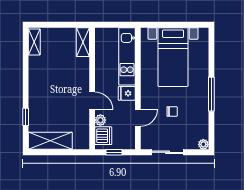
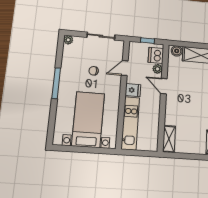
boiler: (79, 143) -> (177, 51), added

